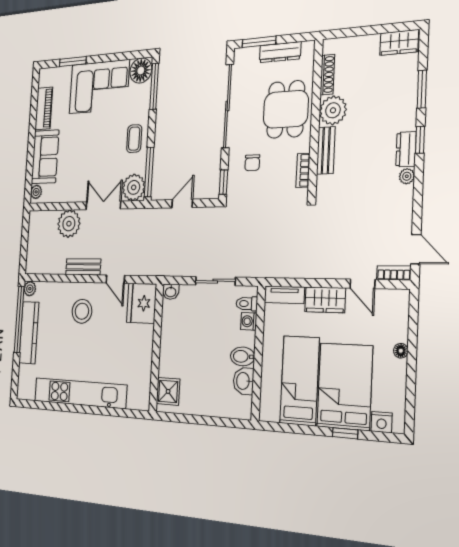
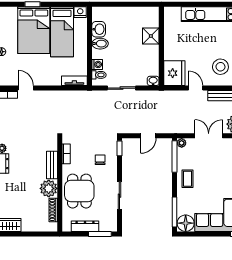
sliding door: (228, 106) -> (119, 196), width x0.54
plant: (134, 187) -> (182, 143), width x0.53, depth x0.53
double door: (103, 205) -> (209, 136), swing flipped
wardrobe: (325, 300) -> (48, 78), removed
shower: (168, 391) -> (151, 36), moved
nightstand: (382, 422) -> (80, 12), moved

